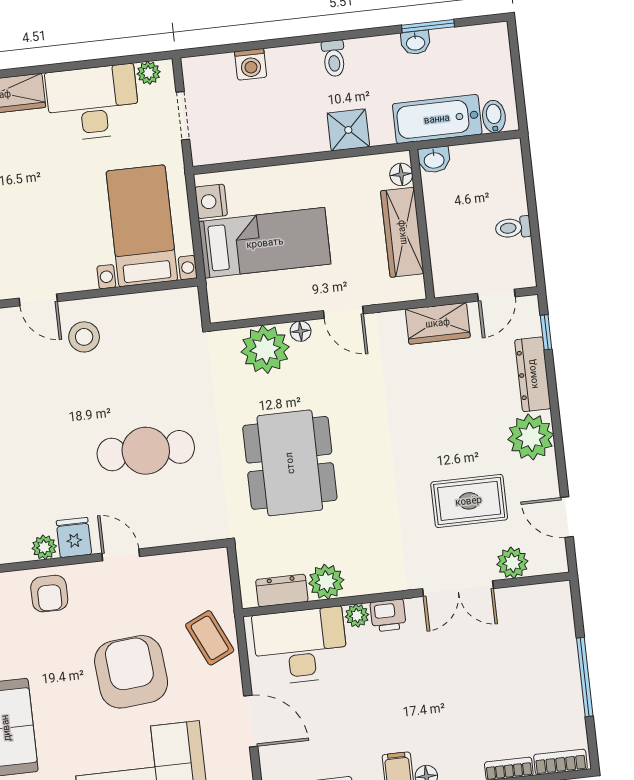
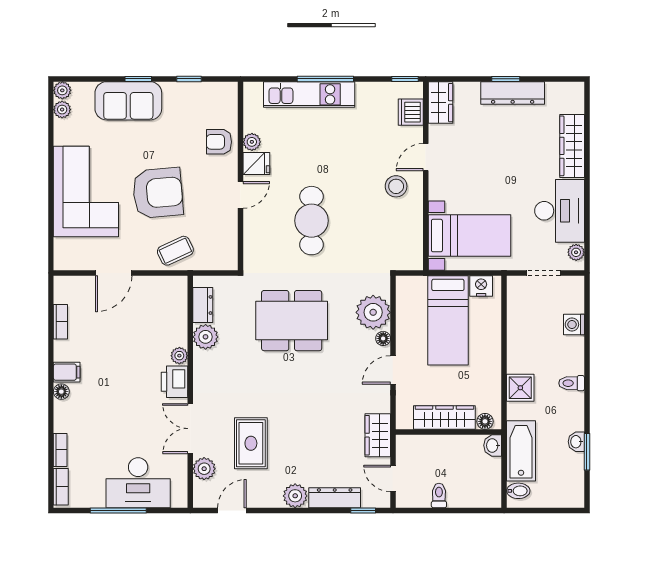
plant: (531, 437) -> (295, 496), width x0.73, depth x0.73
printer: (388, 615) -> (175, 382), width x1.36, depth x1.24
desk: (300, 646) -> (138, 483), moved, turned 90

